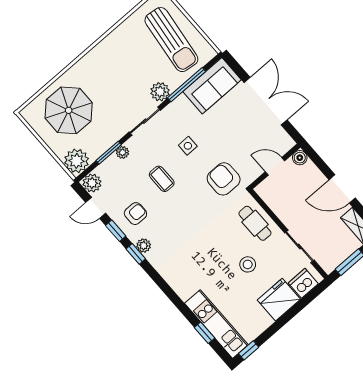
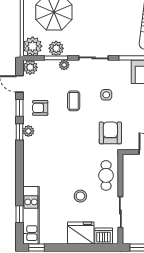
plant: (160, 92) -> (56, 48), moved
armchair: (135, 214) -> (40, 108), turned 180

